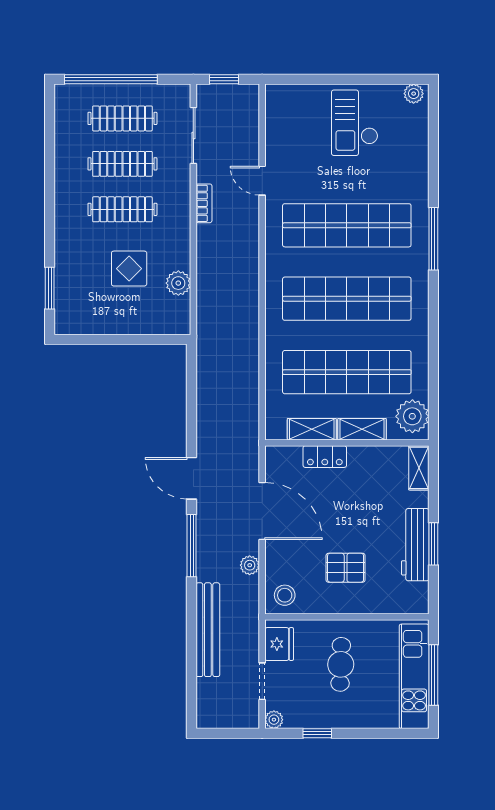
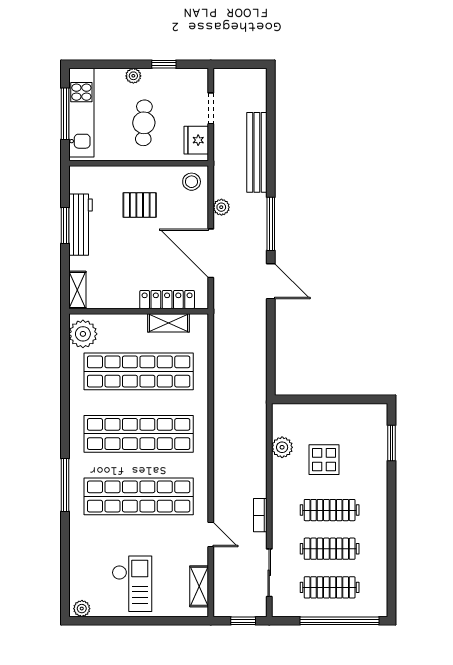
shelving: (362, 429) -> (199, 586), moved, turned 90
locker: (325, 457) -> (167, 300), width x1.53
plant: (274, 720) -> (133, 76), moved

